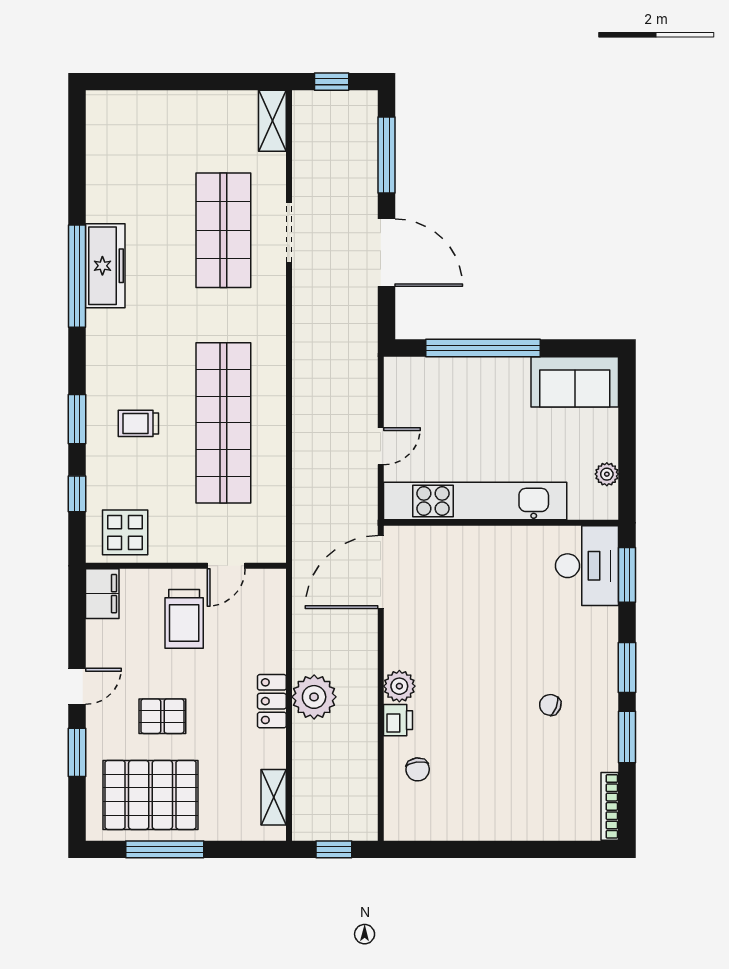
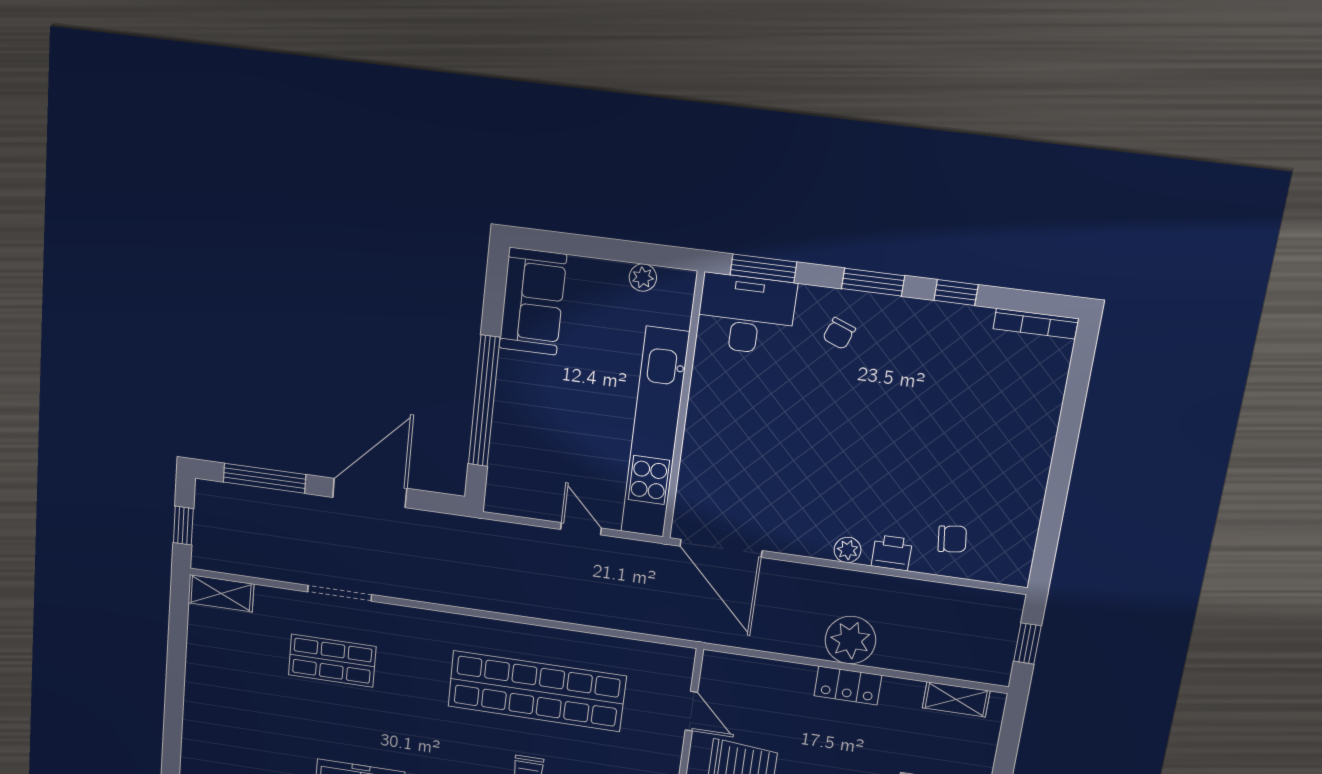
shop shelf: (223, 230) -> (332, 661), width x0.70, depth x0.74
plant: (399, 686) -> (848, 550), width x0.73, depth x0.73
chair: (550, 705) -> (839, 333), moved
window: (627, 737) -> (956, 293), width x0.67

